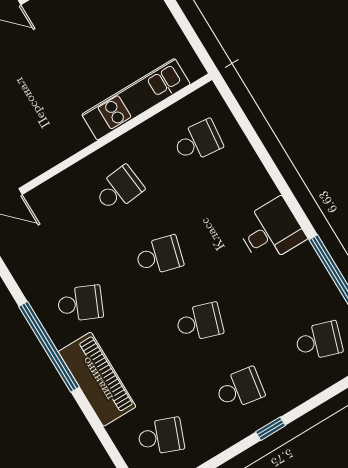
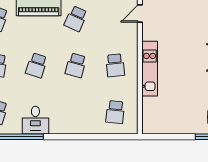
kitchen unit: (136, 99) -> (150, 69), moved
desk: (271, 231) -> (35, 120), moved

